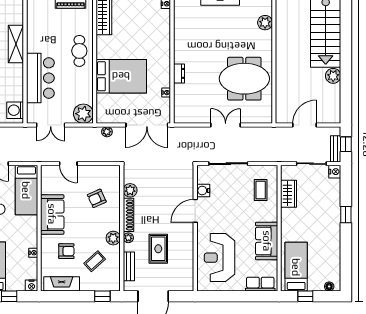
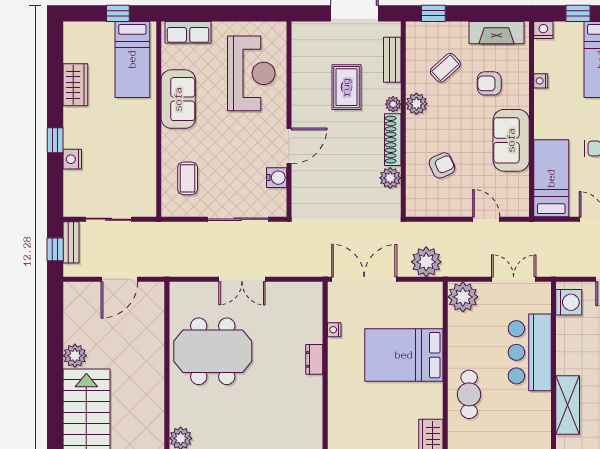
plant: (107, 132) -> (426, 262), width x1.88, depth x1.88
nightstand: (335, 172) -> (72, 159), moved
wardrobe: (288, 194) -> (75, 85), moved, turned 180
floor lamp: (329, 286) -> (81, 28), removed

